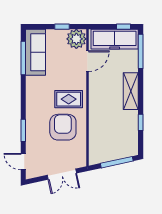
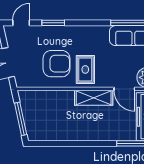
shelving: (131, 91) -> (94, 98), moved
window: (141, 122) -> (61, 143), removed

